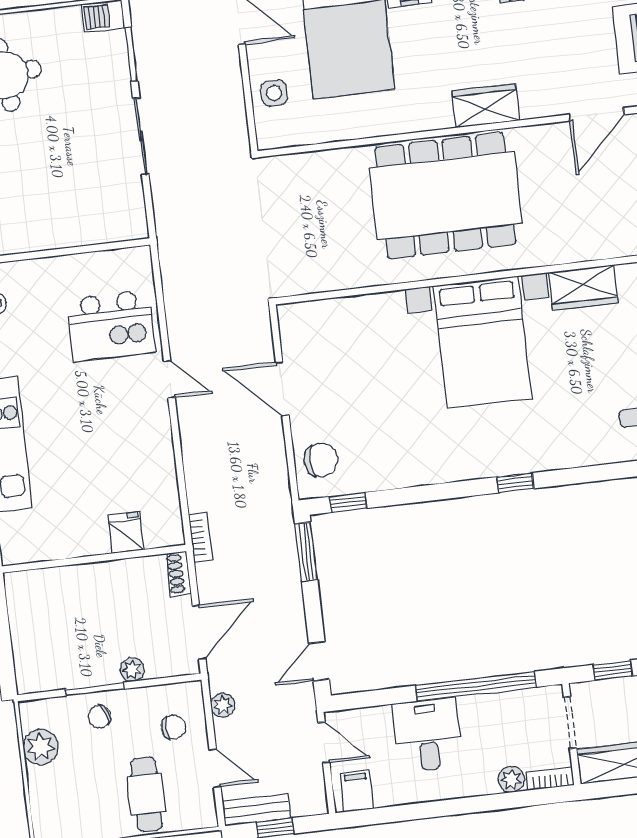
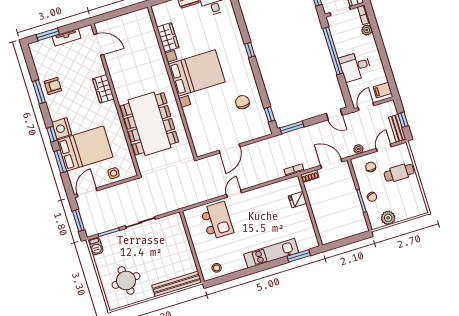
dining table: (446, 196) -> (150, 124), moved
chair: (321, 460) -> (242, 102), moved
plant: (132, 670) -> (351, 187), removed

